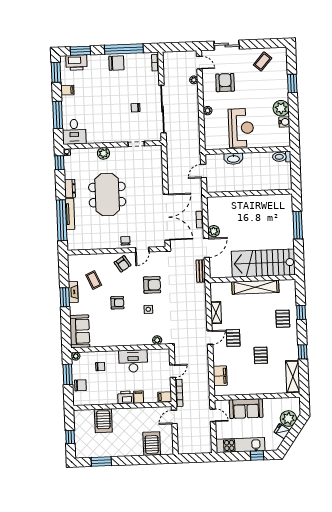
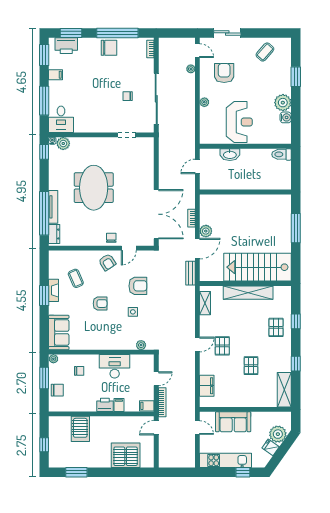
plant: (104, 153) -> (63, 144), moved
dresser: (70, 189) -> (54, 234), moved
shelving: (216, 313) -> (205, 303), moved
server rack: (152, 444) -> (126, 455), width x1.60

